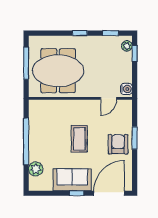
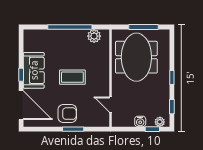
water cooler: (126, 89) -> (140, 121), moved
plant: (36, 169) -> (94, 36), moved

